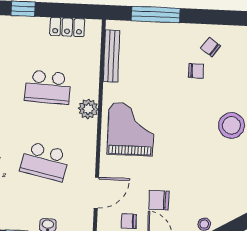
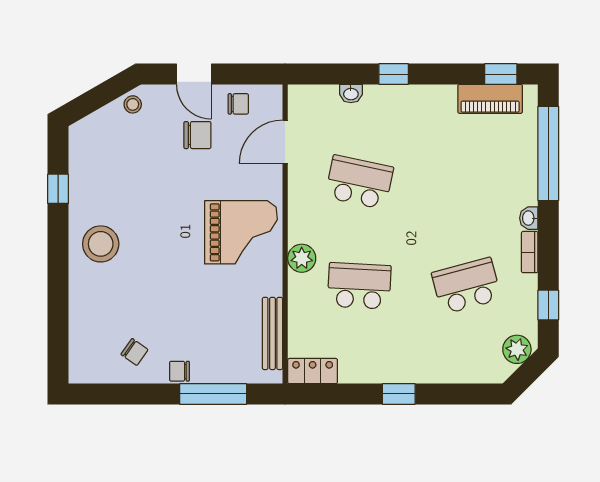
locker: (67, 27) -> (313, 371), moved
chair: (196, 71) -> (179, 371), moved
grand piano: (131, 129) -> (241, 232), turned -90

